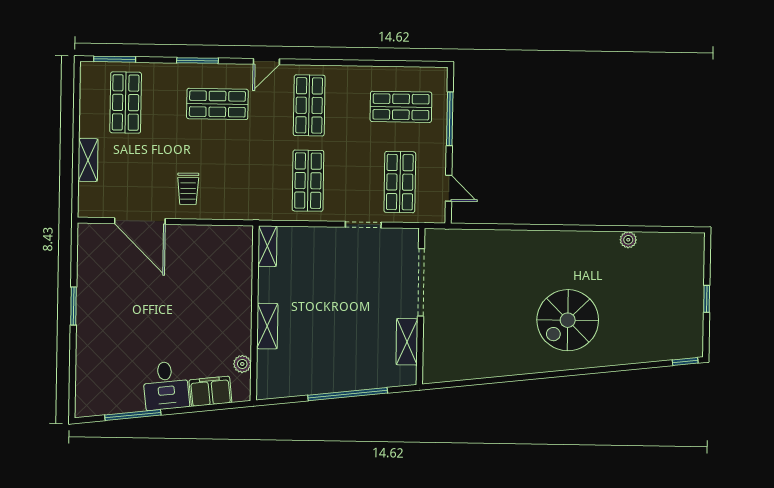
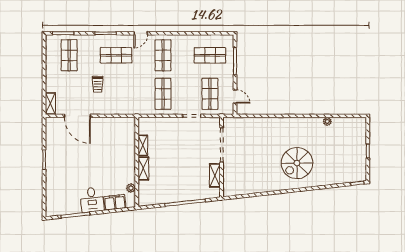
shelving: (88, 160) -> (50, 104), moved
trolley: (188, 189) -> (98, 84), moved
shelving: (267, 246) -> (143, 145), moved

